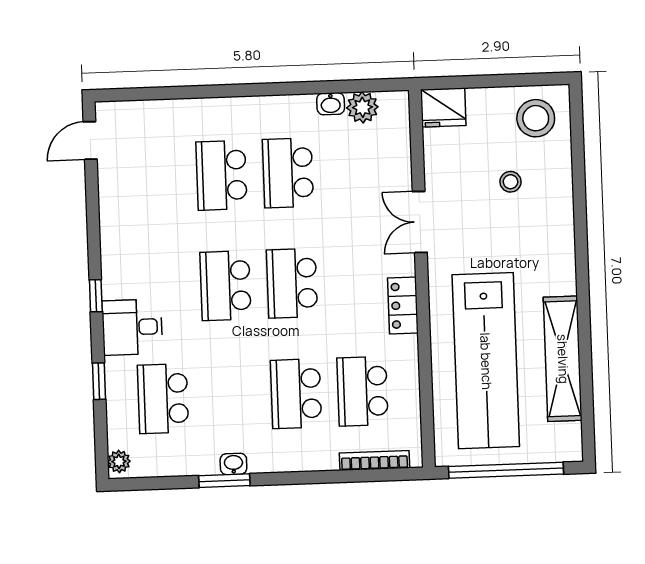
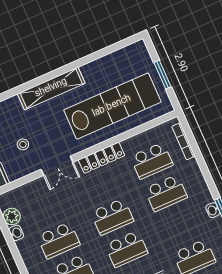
stool: (510, 182) -> (23, 144), moved
locker: (403, 306) -> (101, 158), width x1.53
shelving: (563, 359) -> (51, 88), moved
window: (506, 470) -> (162, 75), width x0.47

